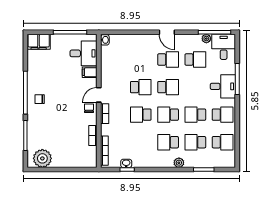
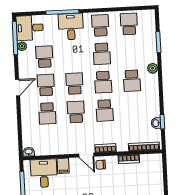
school desk: (195, 142) -> (47, 113), moved

